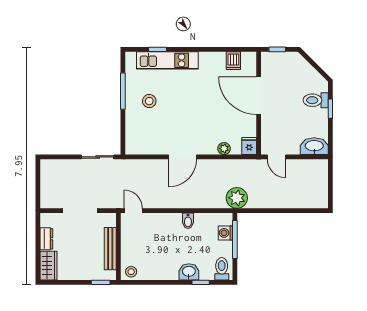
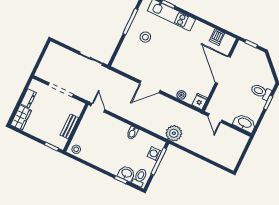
bench: (110, 249) -> (69, 126), width x0.73
washbasin: (189, 272) -> (126, 173), moved

